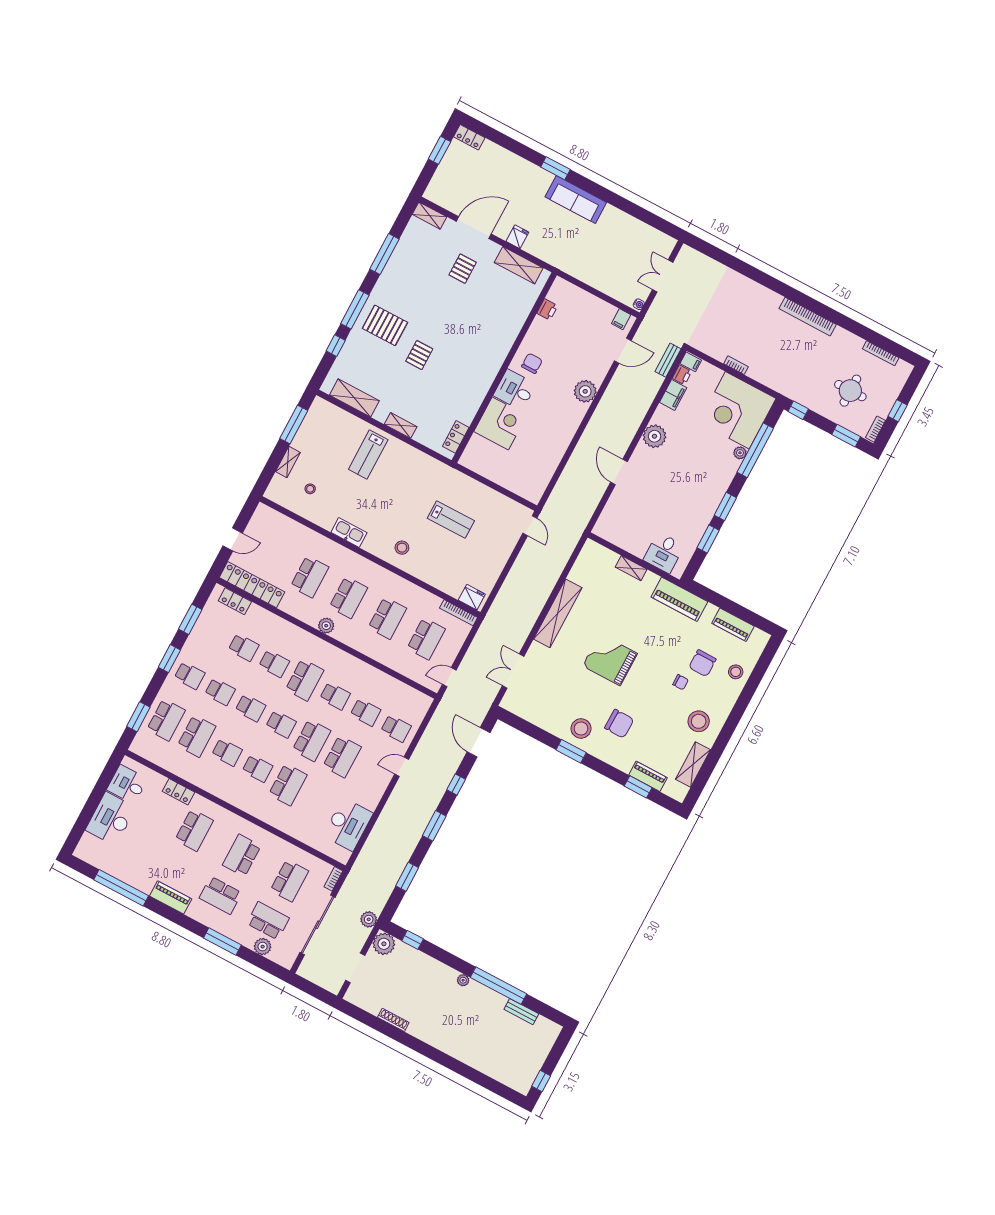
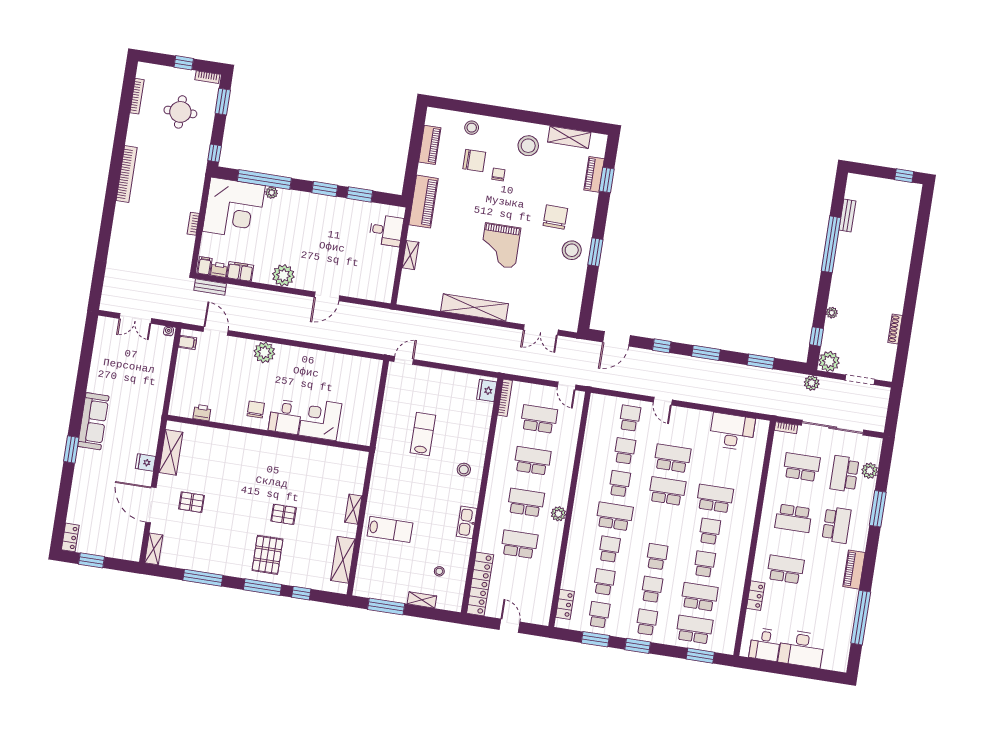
chair: (532, 363) -> (256, 409), turned 90
locker: (456, 437) -> (346, 456), removed
locker: (252, 585) -> (480, 584), moved, turned 180
school desk: (281, 724) -> (599, 615), moved
plant: (463, 980) -> (832, 313), moved

